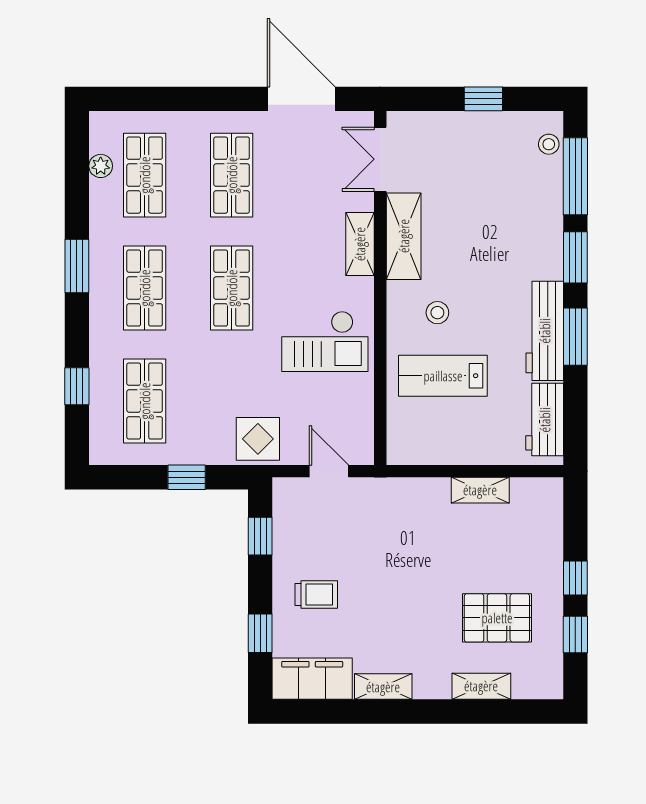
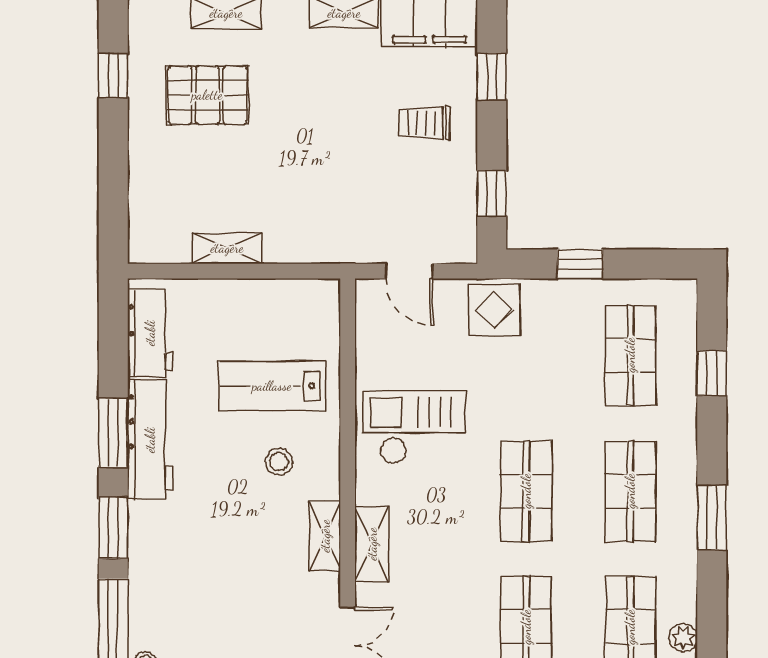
shelving: (404, 236) -> (325, 536), width x0.67, depth x0.75
lab bench: (443, 376) -> (272, 386), turned 180
window: (575, 578) -> (113, 143), removed

